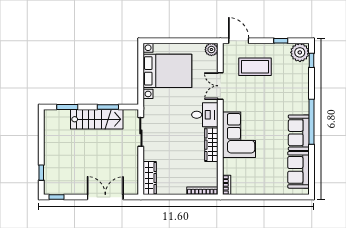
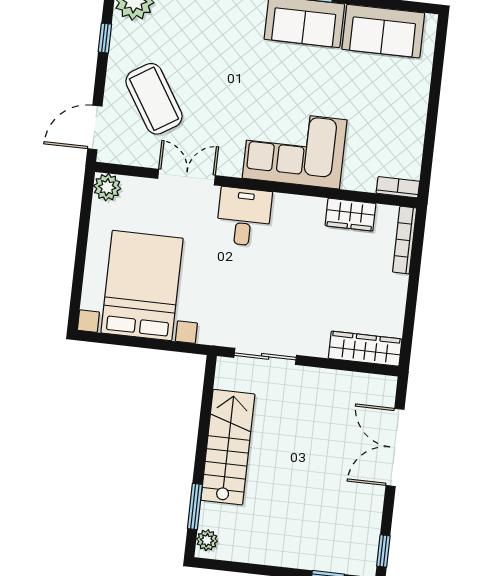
coffee table: (255, 67) -> (154, 99), turned -32
double door: (220, 86) -> (186, 177), swing flipped
window: (108, 107) -> (205, 421), removed
plant: (52, 114) -> (207, 540), added
wardrobe: (211, 145) -> (350, 215), moved, width x0.67

